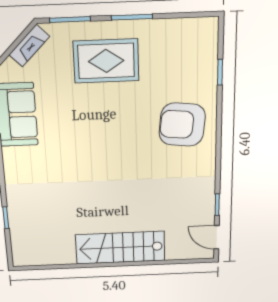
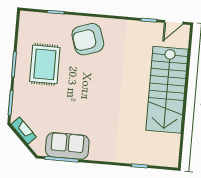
rug: (106, 61) -> (45, 64), moved
armchair: (182, 125) -> (88, 39), turned 66
stairs: (120, 248) -> (167, 90), width x1.36, depth x1.51

